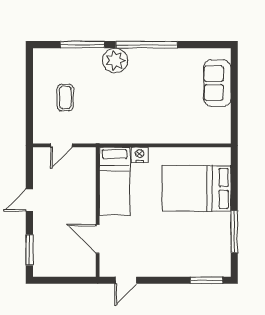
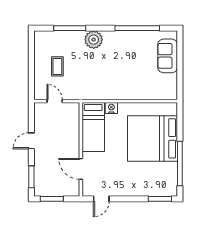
window: (147, 45) -> (137, 28), moved
door: (61, 145) -> (55, 101), swing flipped
bed: (196, 188) -> (153, 138), width x1.36
window: (234, 232) -> (180, 164), width x1.46
window: (57, 280) -> (52, 199), added

